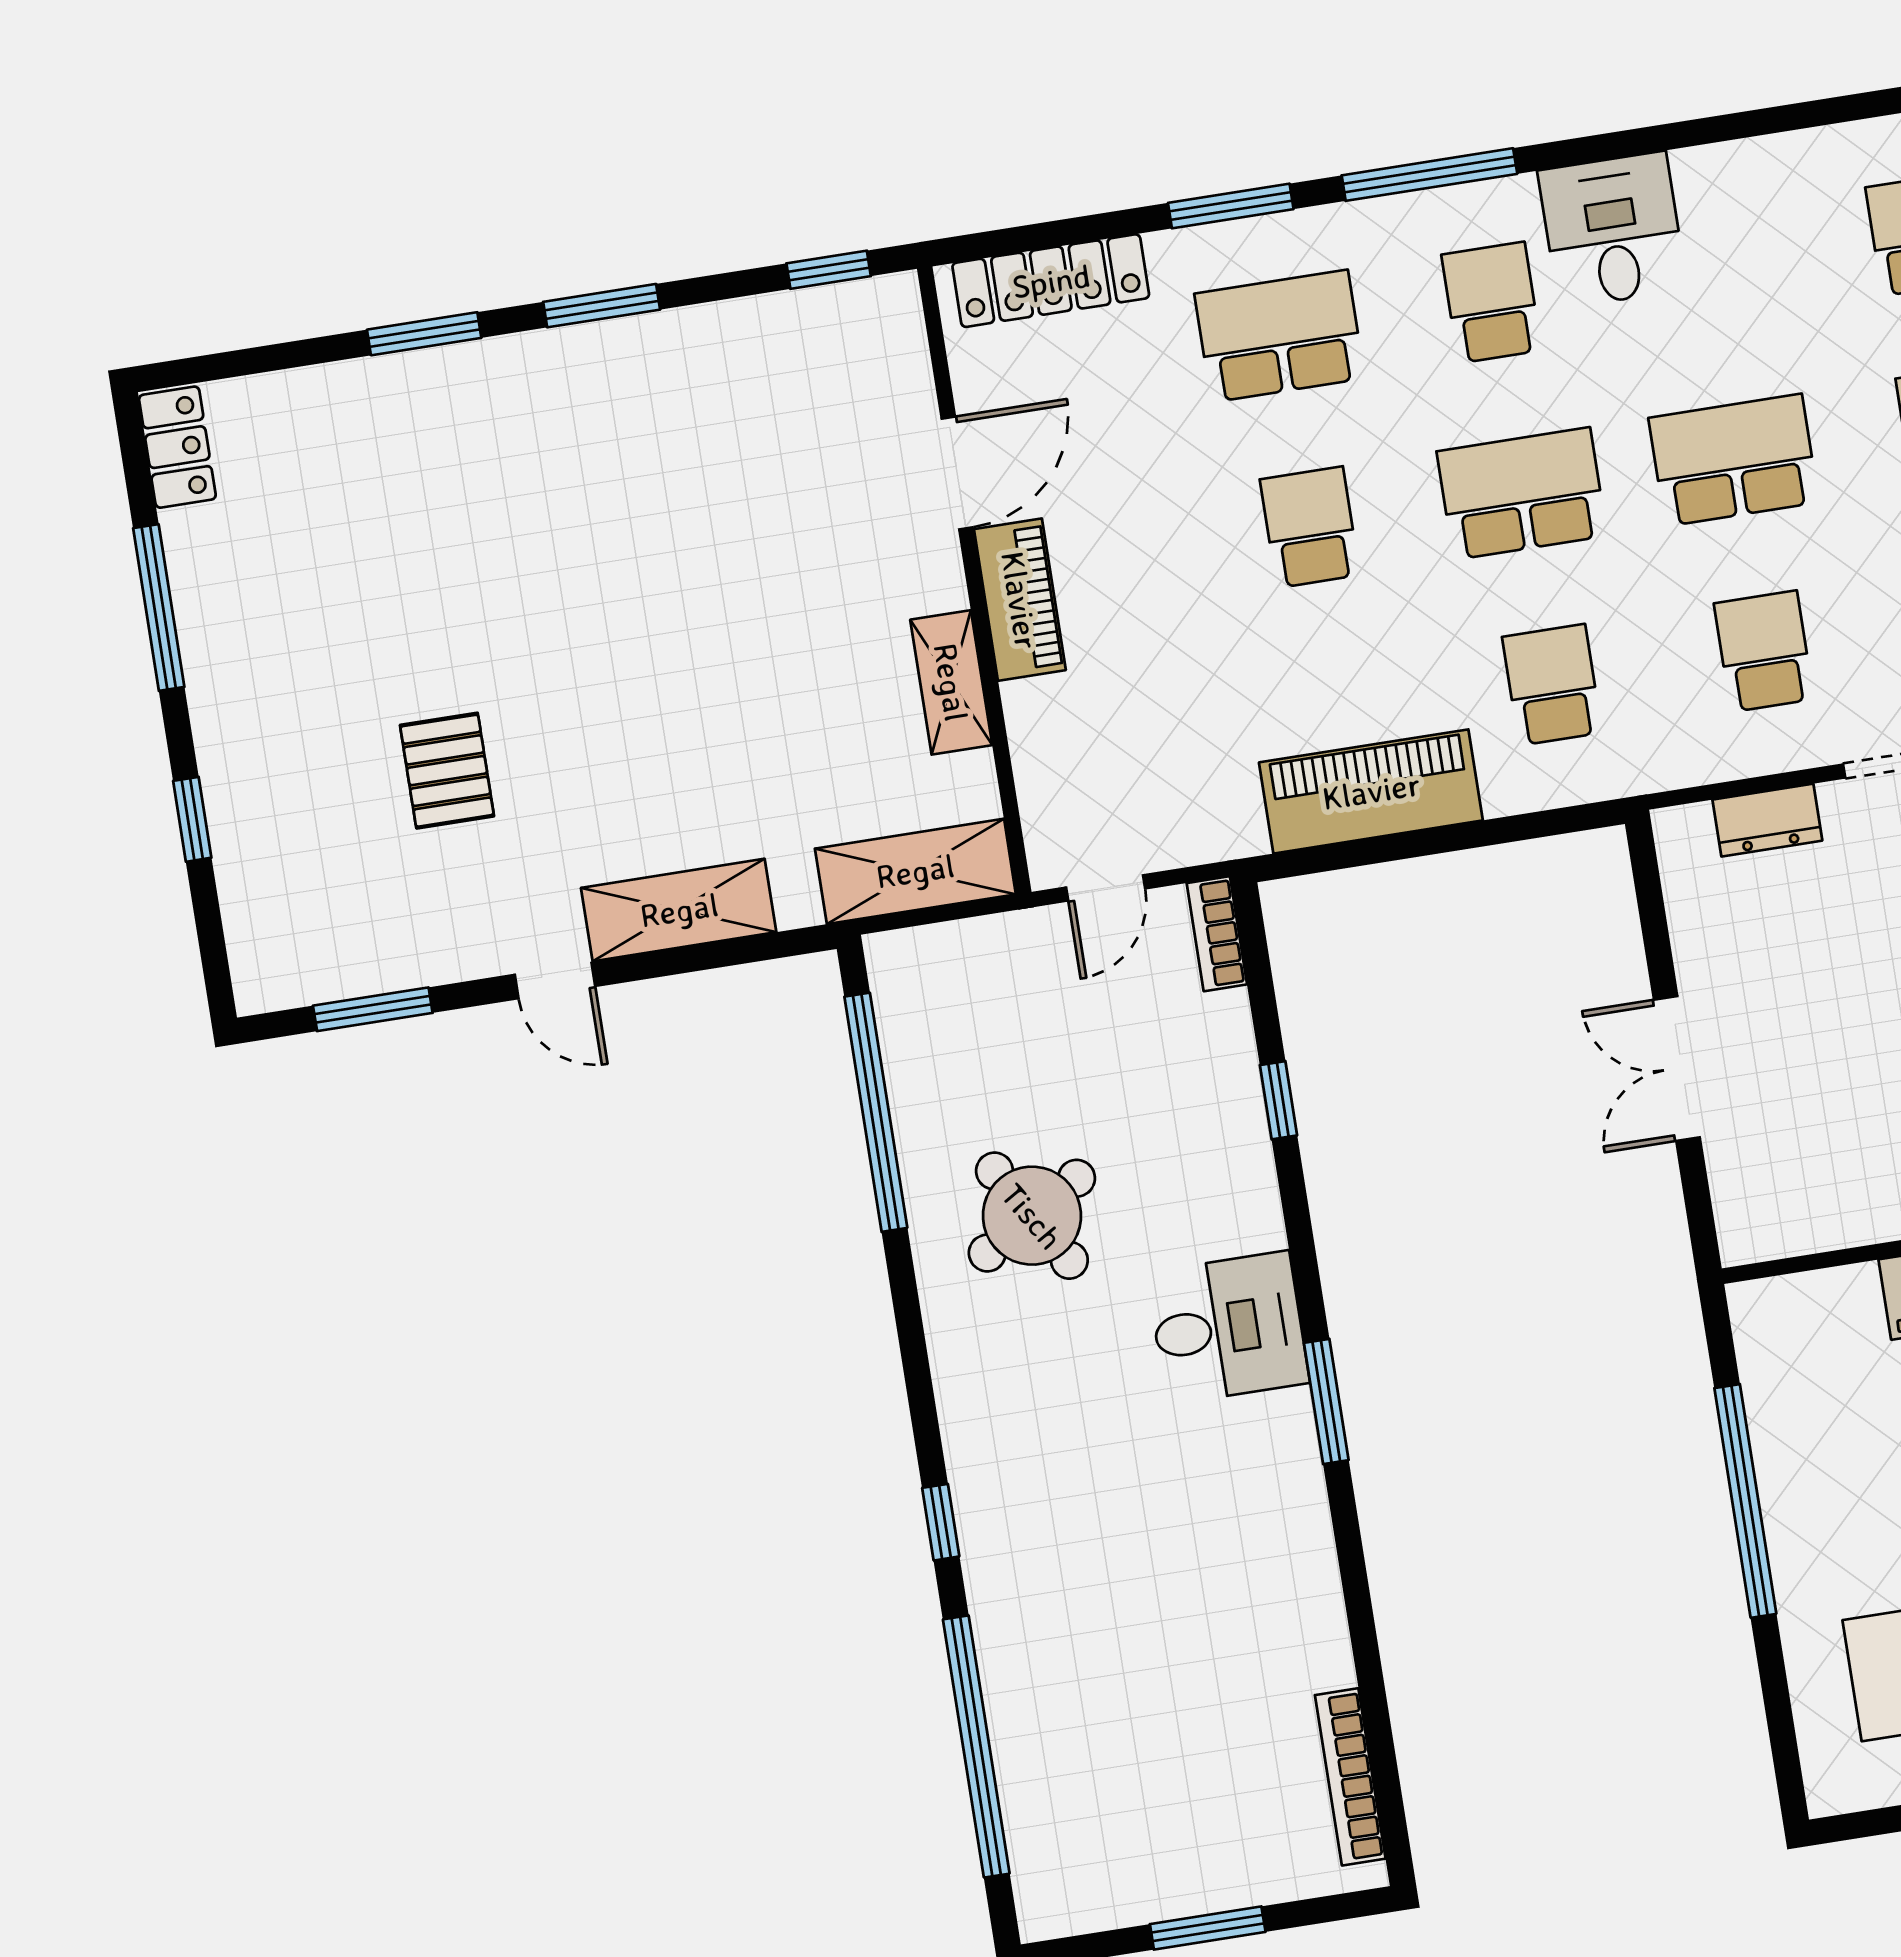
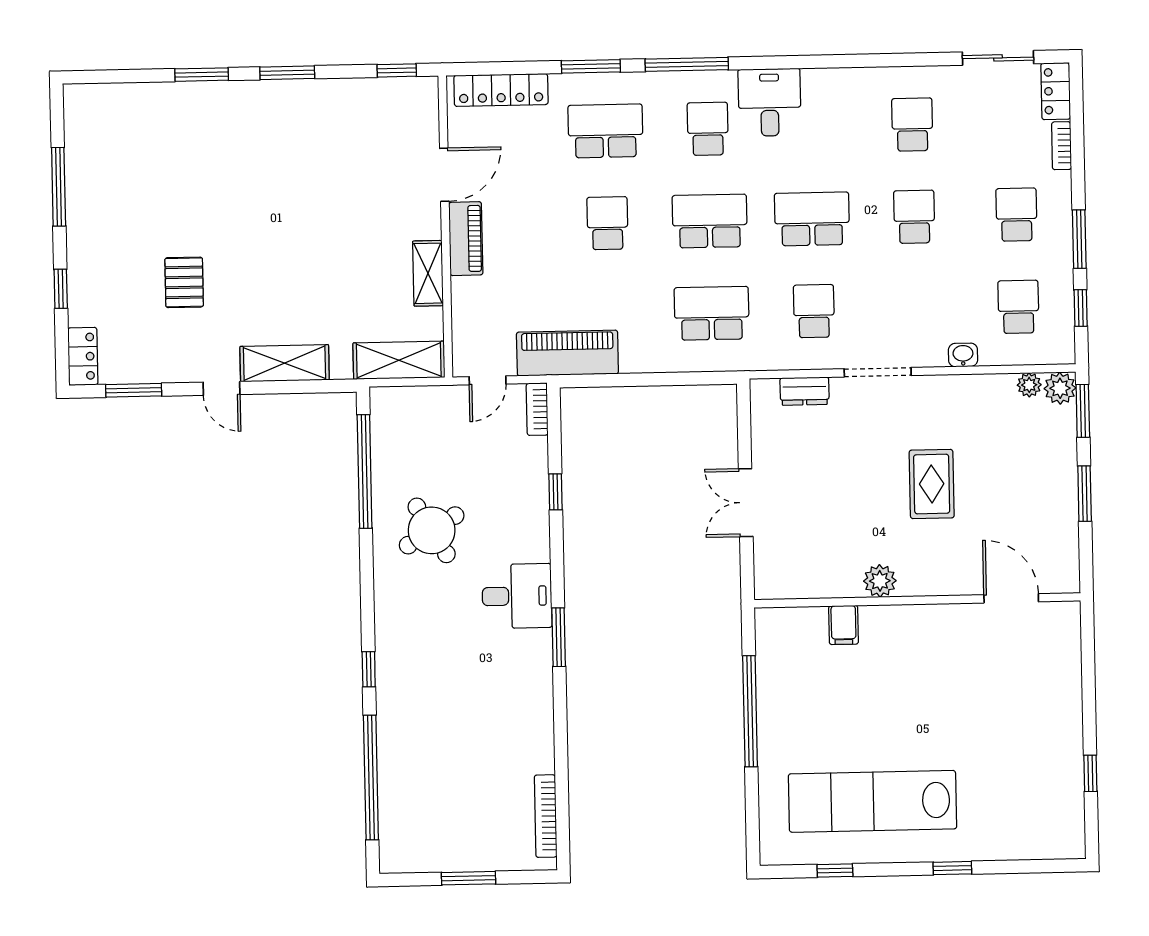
locker: (177, 447) -> (83, 356), moved
school desk: (1552, 685) -> (712, 313), width x1.85
piano: (1371, 791) -> (567, 353), moved

